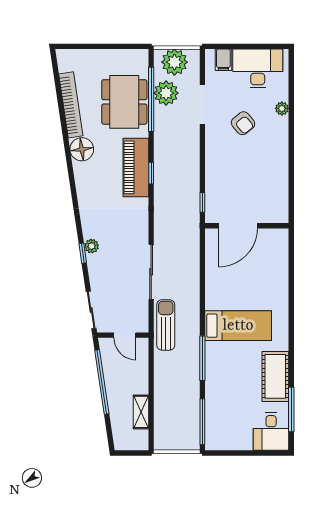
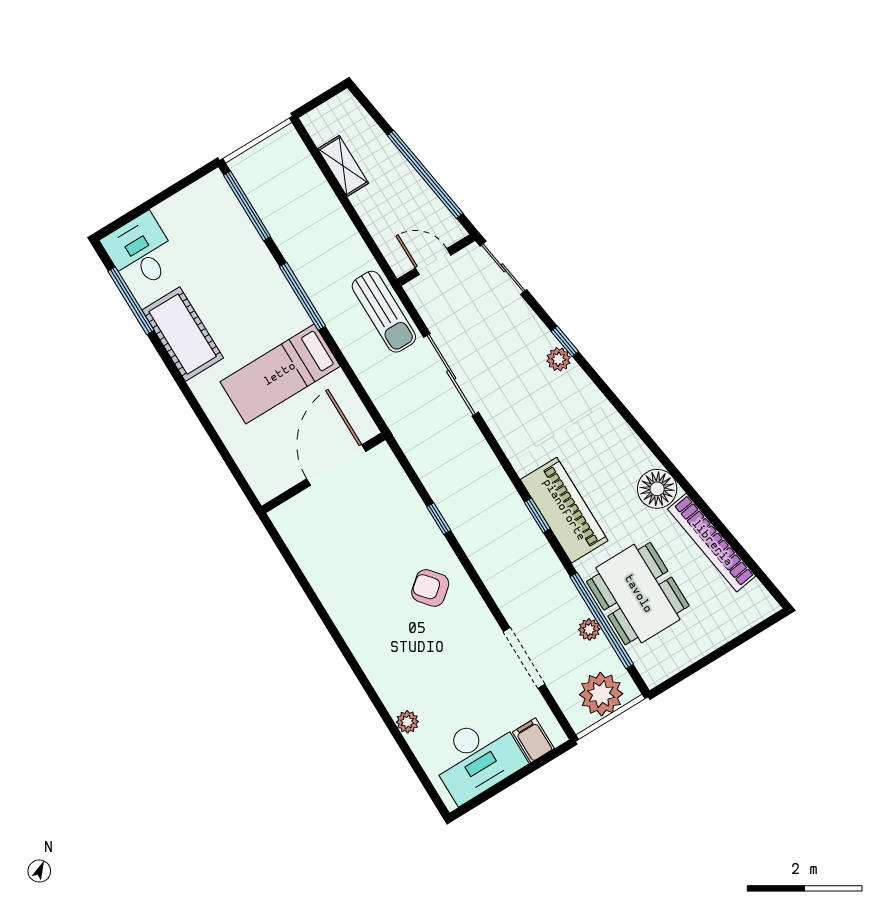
plant: (166, 93) -> (589, 629), width x0.53, depth x0.53
armchair: (243, 123) -> (430, 588), moved
door: (238, 226) -> (336, 465), moved
wall: (247, 226) -> (324, 473), moved

